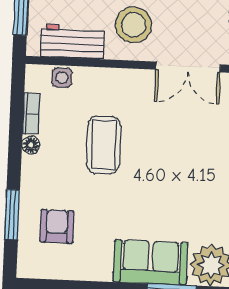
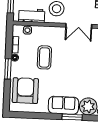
window: (12, 215) -> (8, 69), moved
armchair: (57, 226) -> (25, 91), width x1.88, depth x1.88

